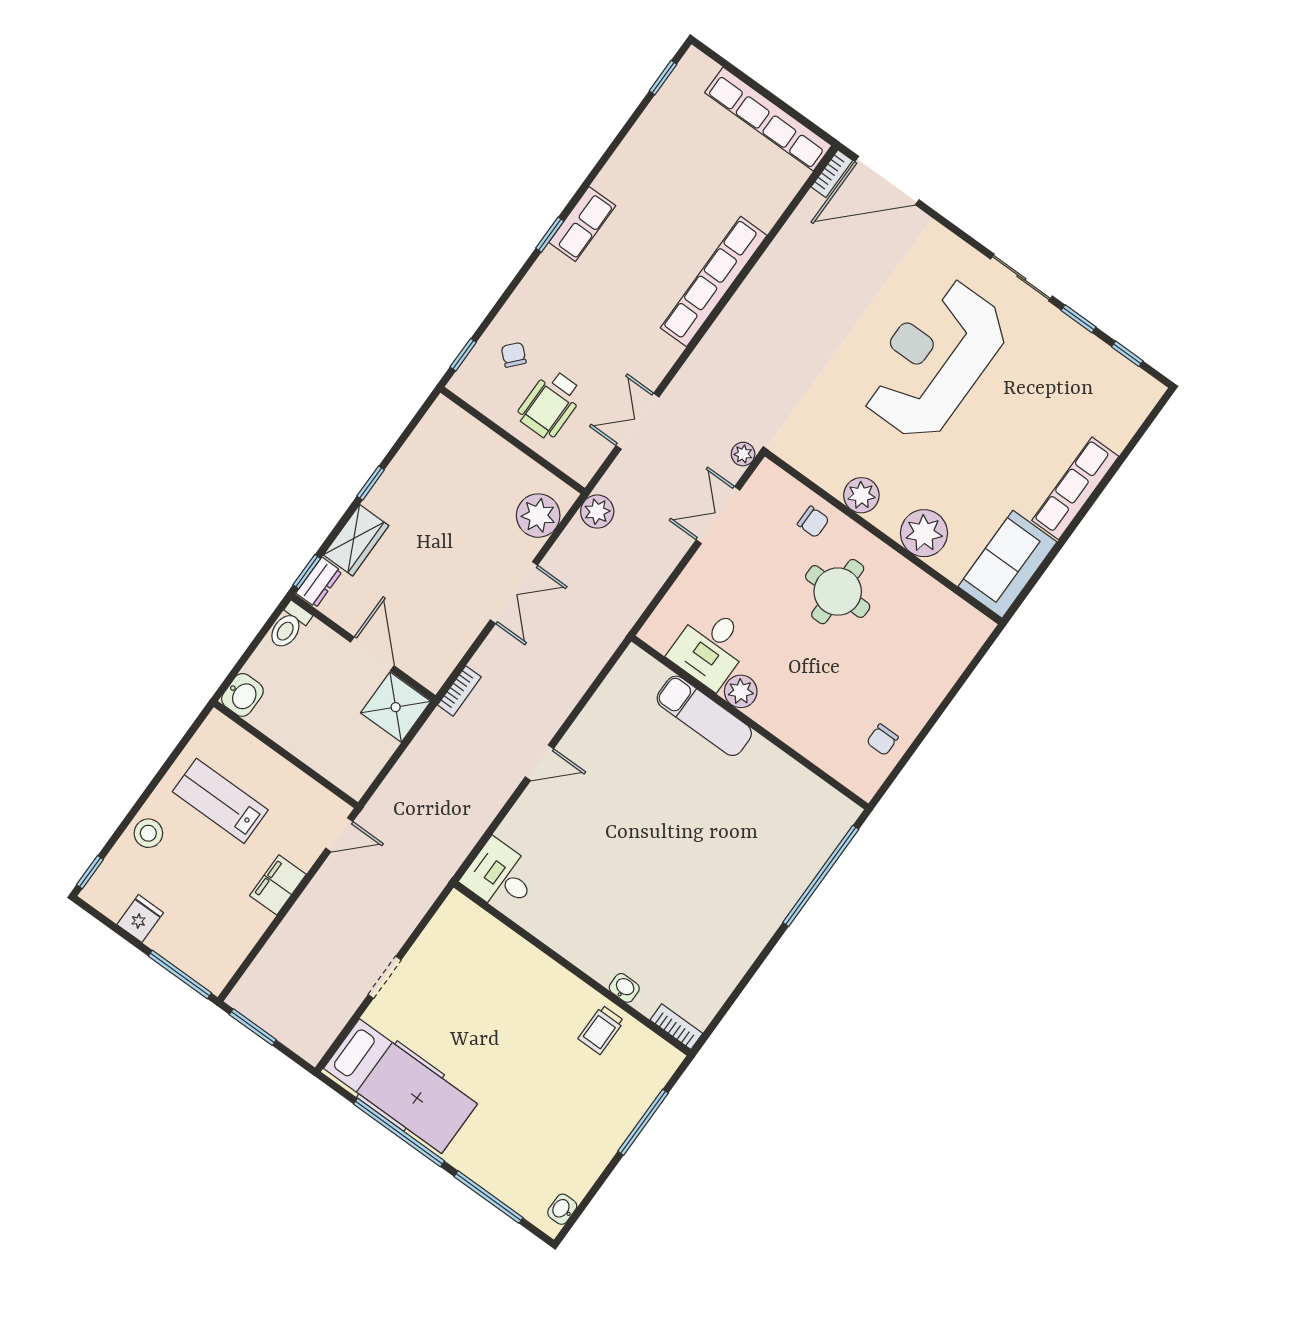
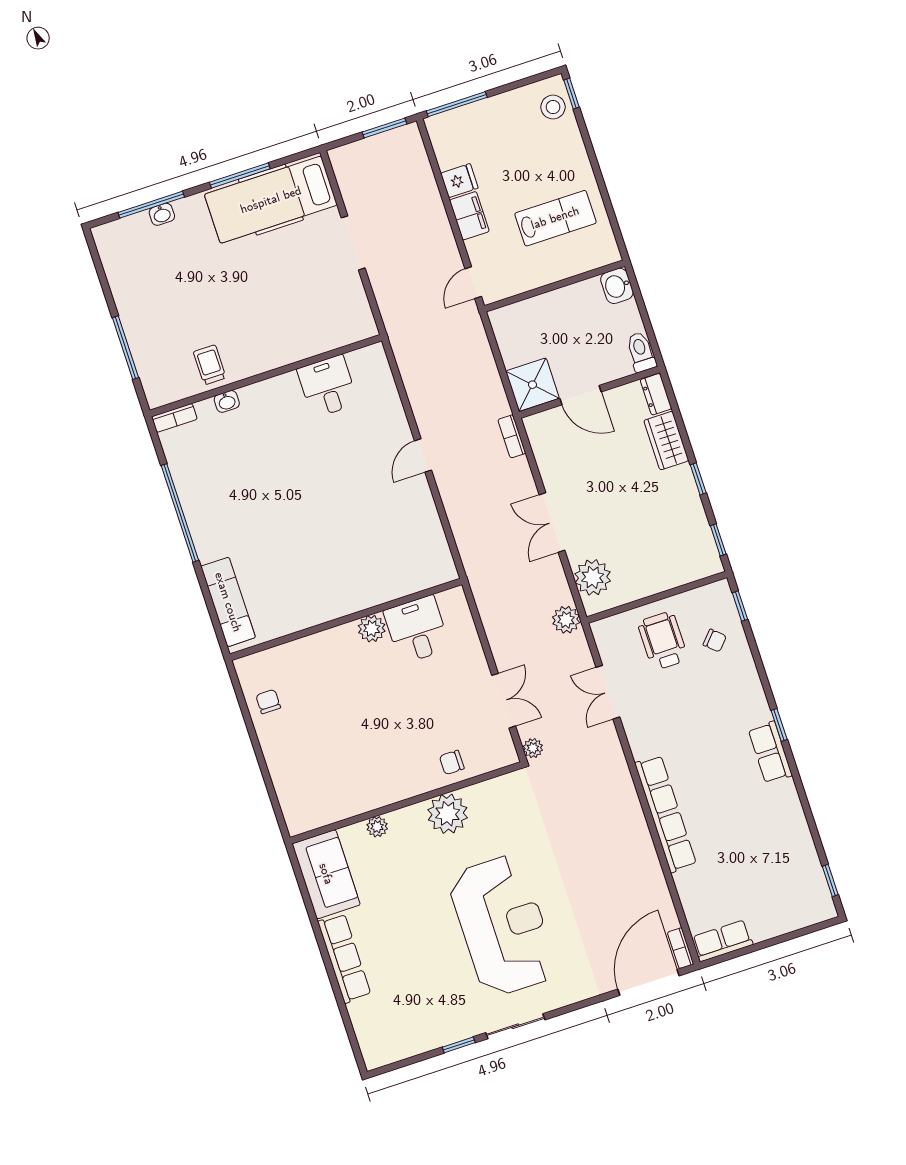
row of seats: (768, 119) -> (722, 941), width x0.50
window: (1127, 354) -> (411, 1061), removed
double door: (637, 421) -> (608, 692), swing flipped
plant: (861, 495) -> (448, 814), width x1.36, depth x1.36
plant: (924, 533) -> (377, 827), width x0.53, depth x0.53
window: (307, 572) -> (718, 540), moved
round table: (838, 592) -> (392, 744), removed
exam couch: (704, 716) -> (228, 602), moved, turned 90
stool: (148, 833) -> (553, 107), moved
desk: (500, 876) -> (328, 386), moved, turned -90
window: (821, 876) -> (180, 513), moved
fridge: (140, 919) -> (459, 181), moved, turned -90
doorway: (385, 977) -> (353, 243), width x1.38
window: (399, 1133) -> (240, 176), width x0.68
washbasin: (562, 1209) -> (162, 214), moved, turned 90

